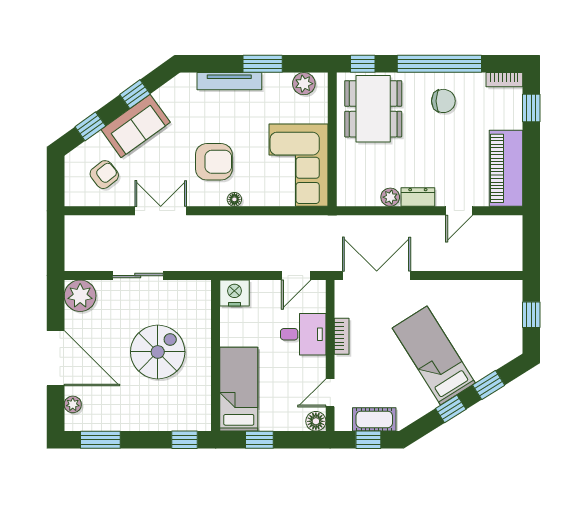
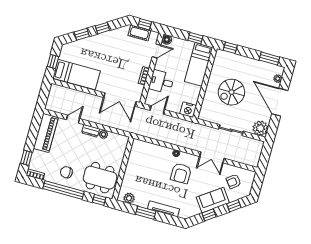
dining table: (373, 109) -> (100, 178), turned 90
armchair: (214, 162) -> (181, 173), turned -90
corner sofa: (298, 165) -> (142, 161), removed
bed: (434, 355) -> (76, 75), moved, turned -58

